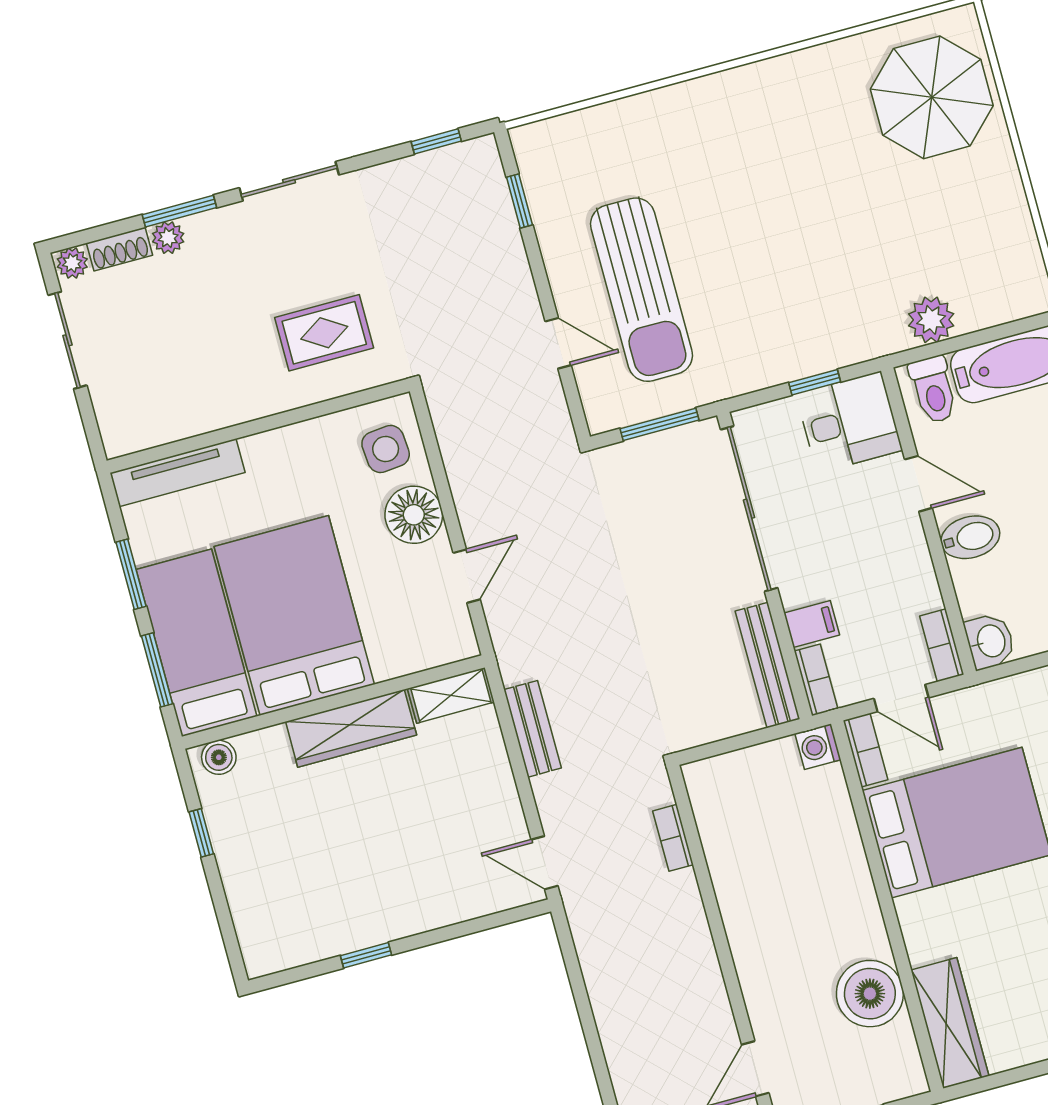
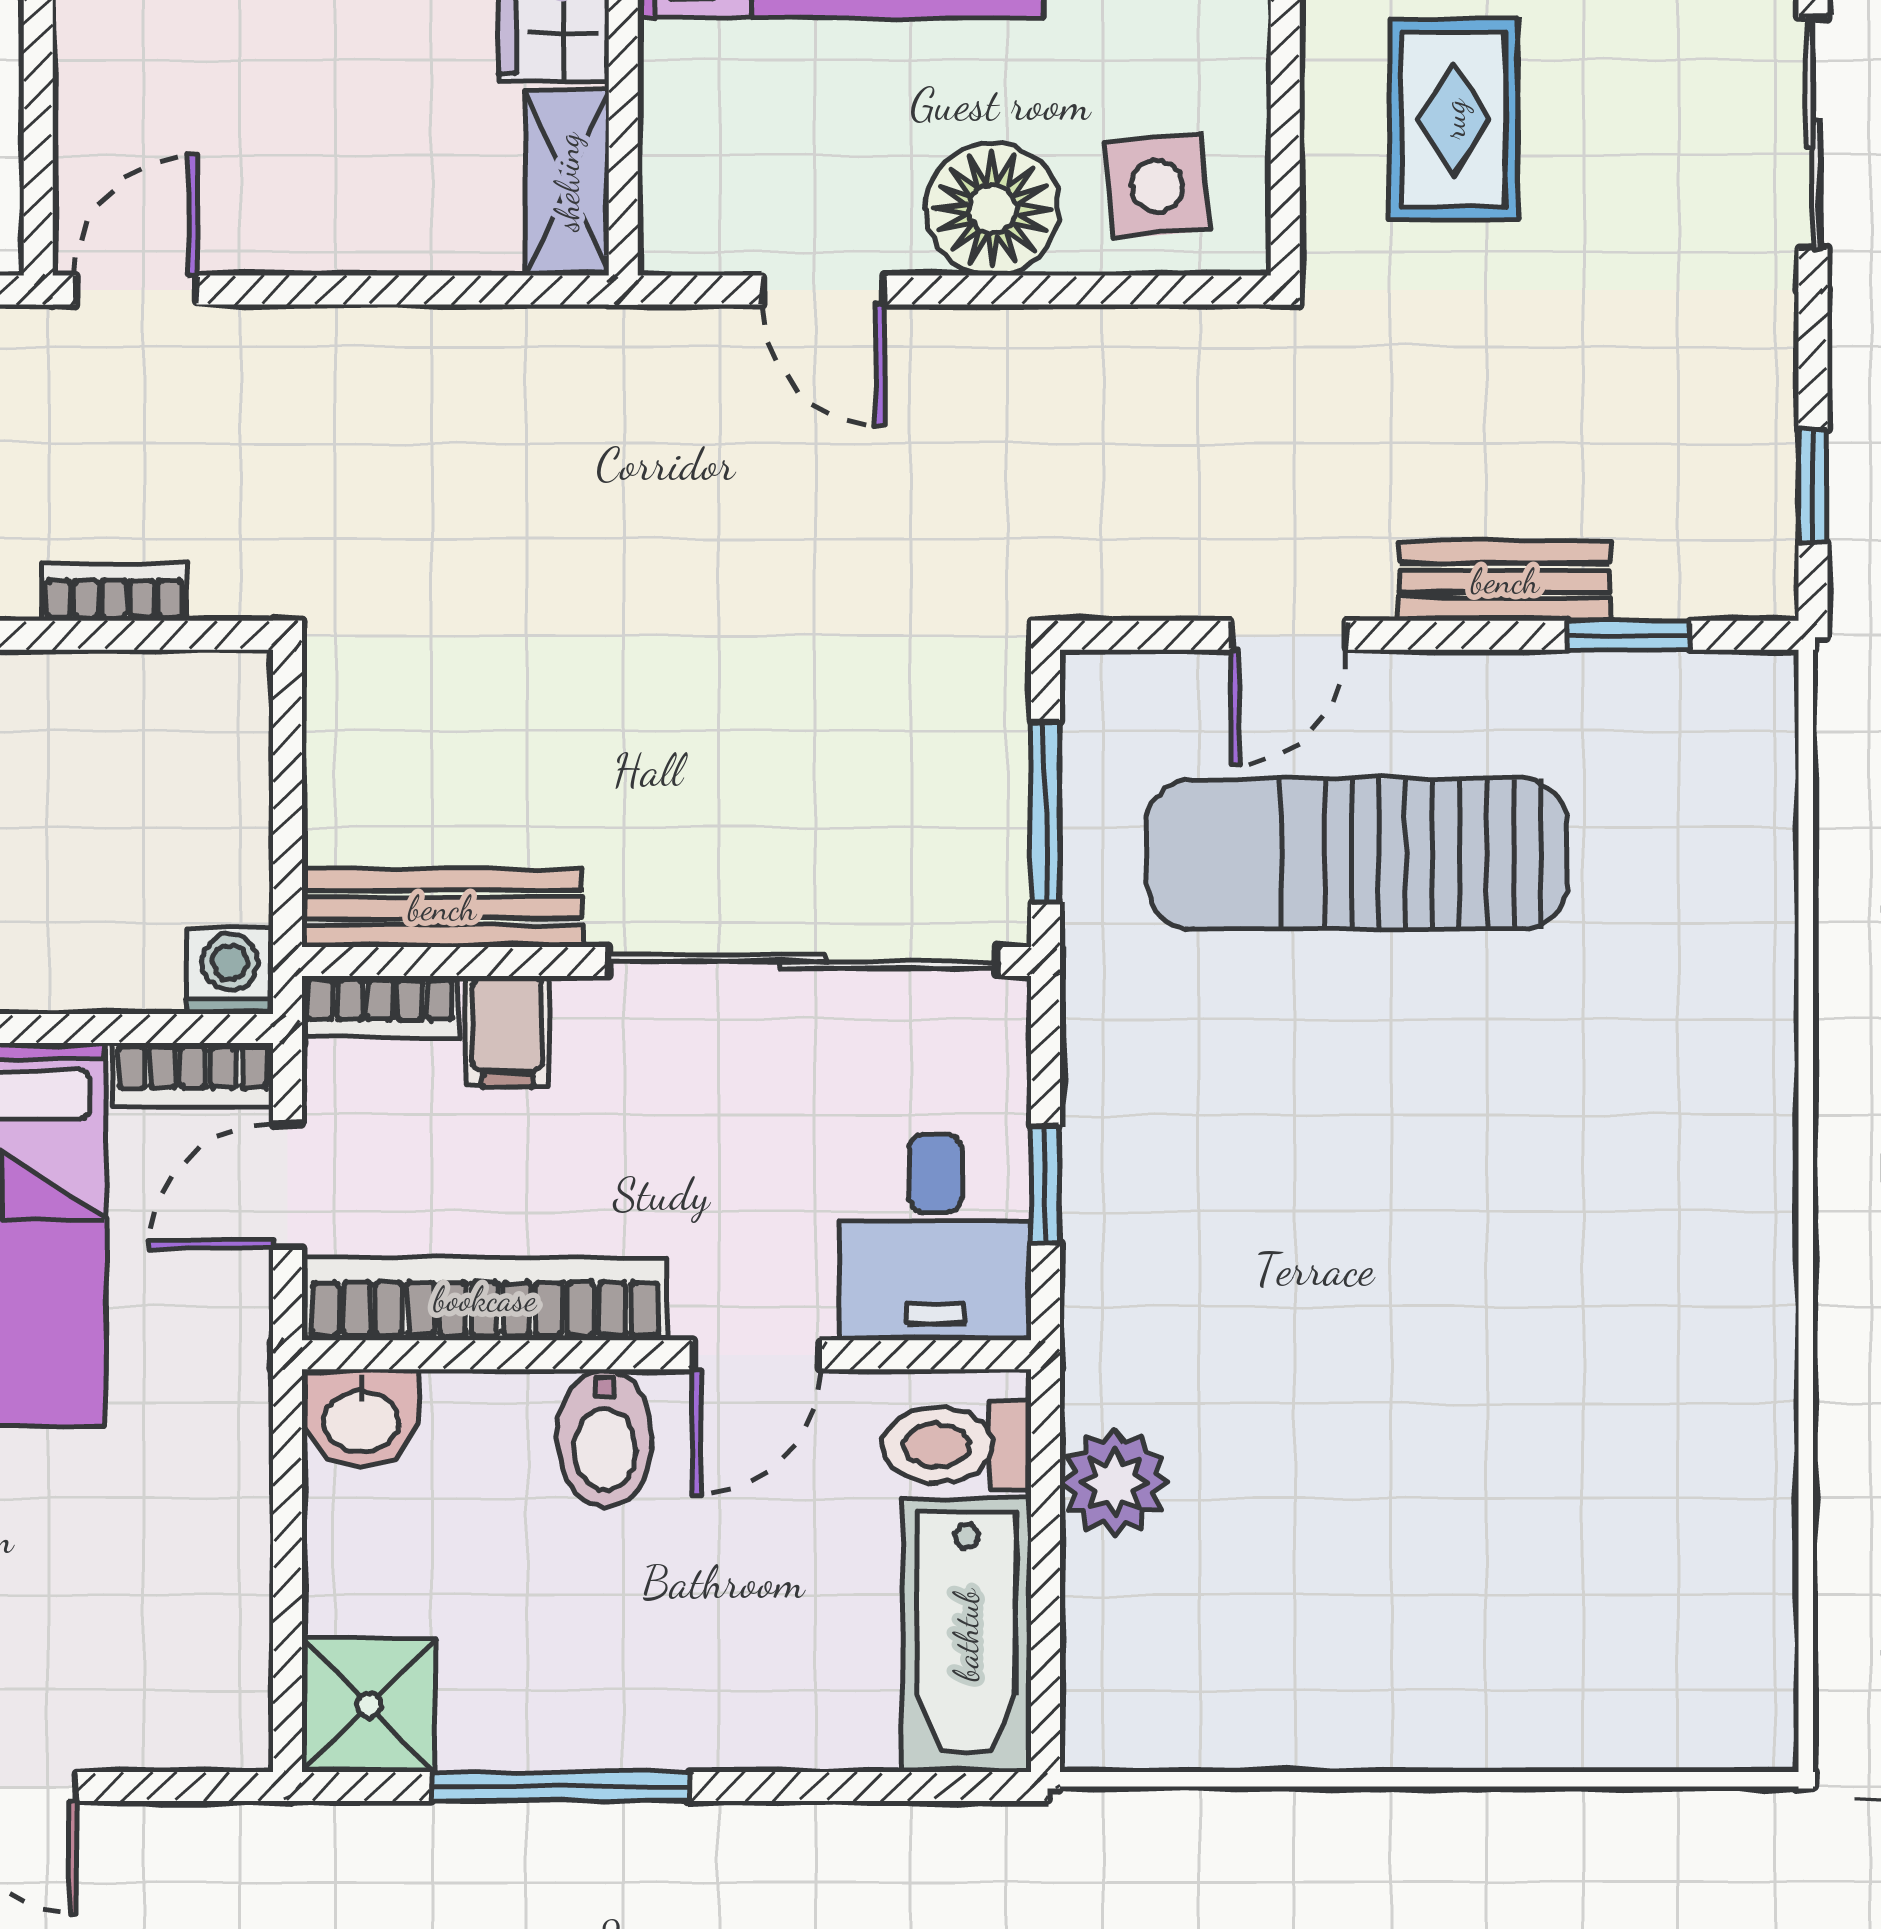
parasol: (932, 97) -> (1611, 1619), removed
bookcase: (942, 645) -> (485, 1299), width x2.31, depth x1.31
bench: (533, 729) -> (1505, 581), moved

